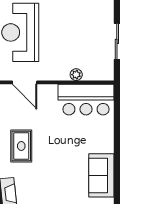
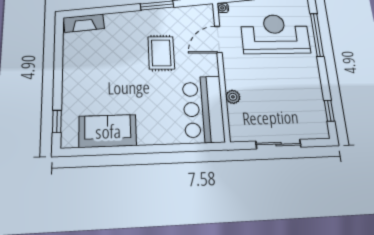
rug: (21, 146) -> (161, 53), moved, turned 90

